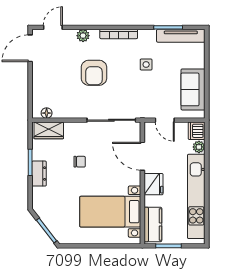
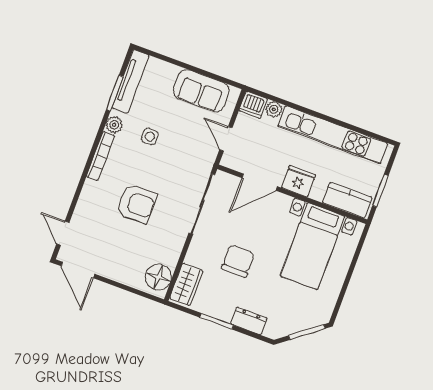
plant: (83, 36) -> (114, 125), moved
floor lamp: (47, 113) -> (158, 277), width x1.89, depth x1.89
door: (165, 120) -> (226, 139), swing flipped
chair: (80, 162) -> (238, 261), width x1.87, depth x1.87
dresser: (39, 174) -> (249, 321), moved

